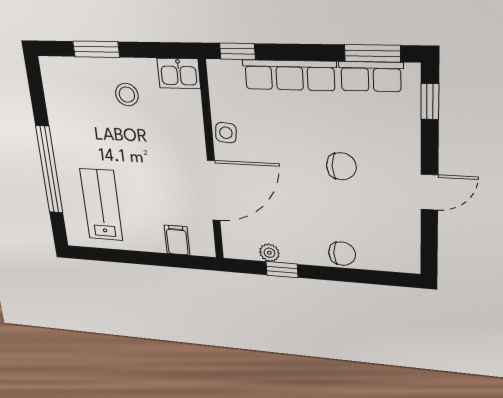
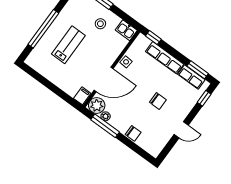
lab bench: (101, 205) -> (68, 45), moved
filing cabinet: (177, 240) -> (82, 96), moved
plant: (239, 243) -> (97, 105), added
window: (282, 270) -> (105, 126), width x2.17

